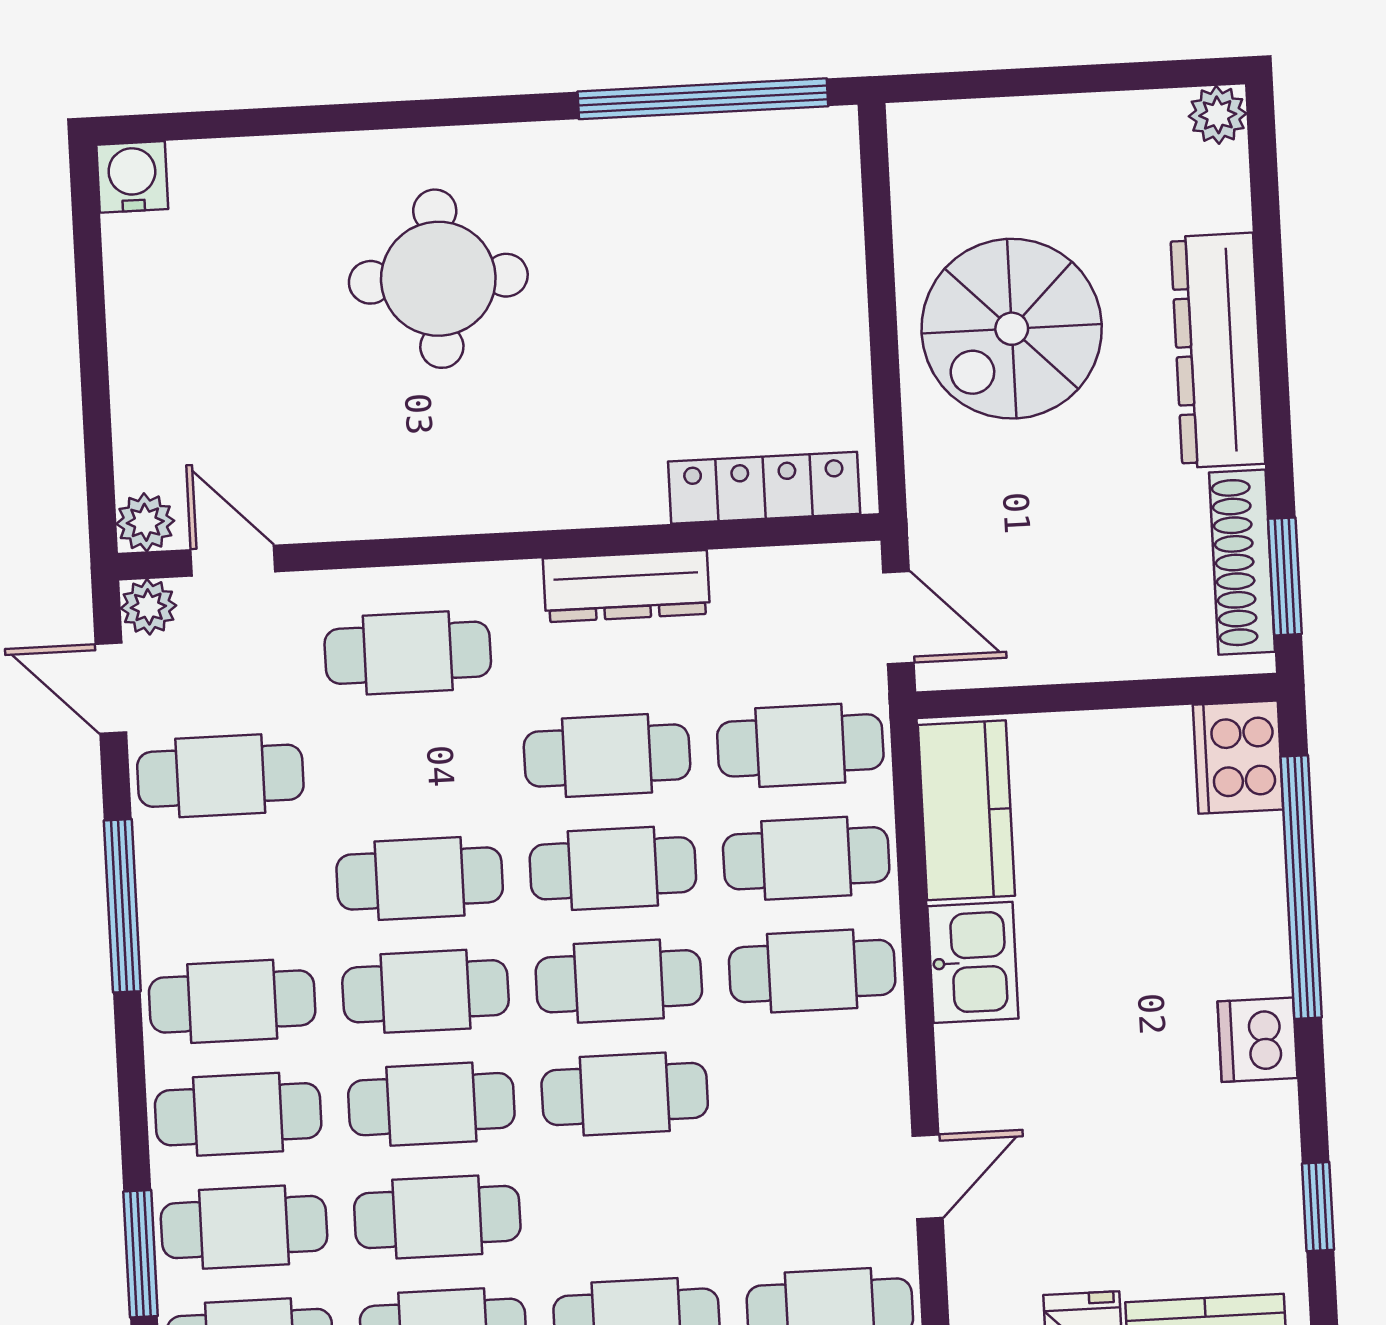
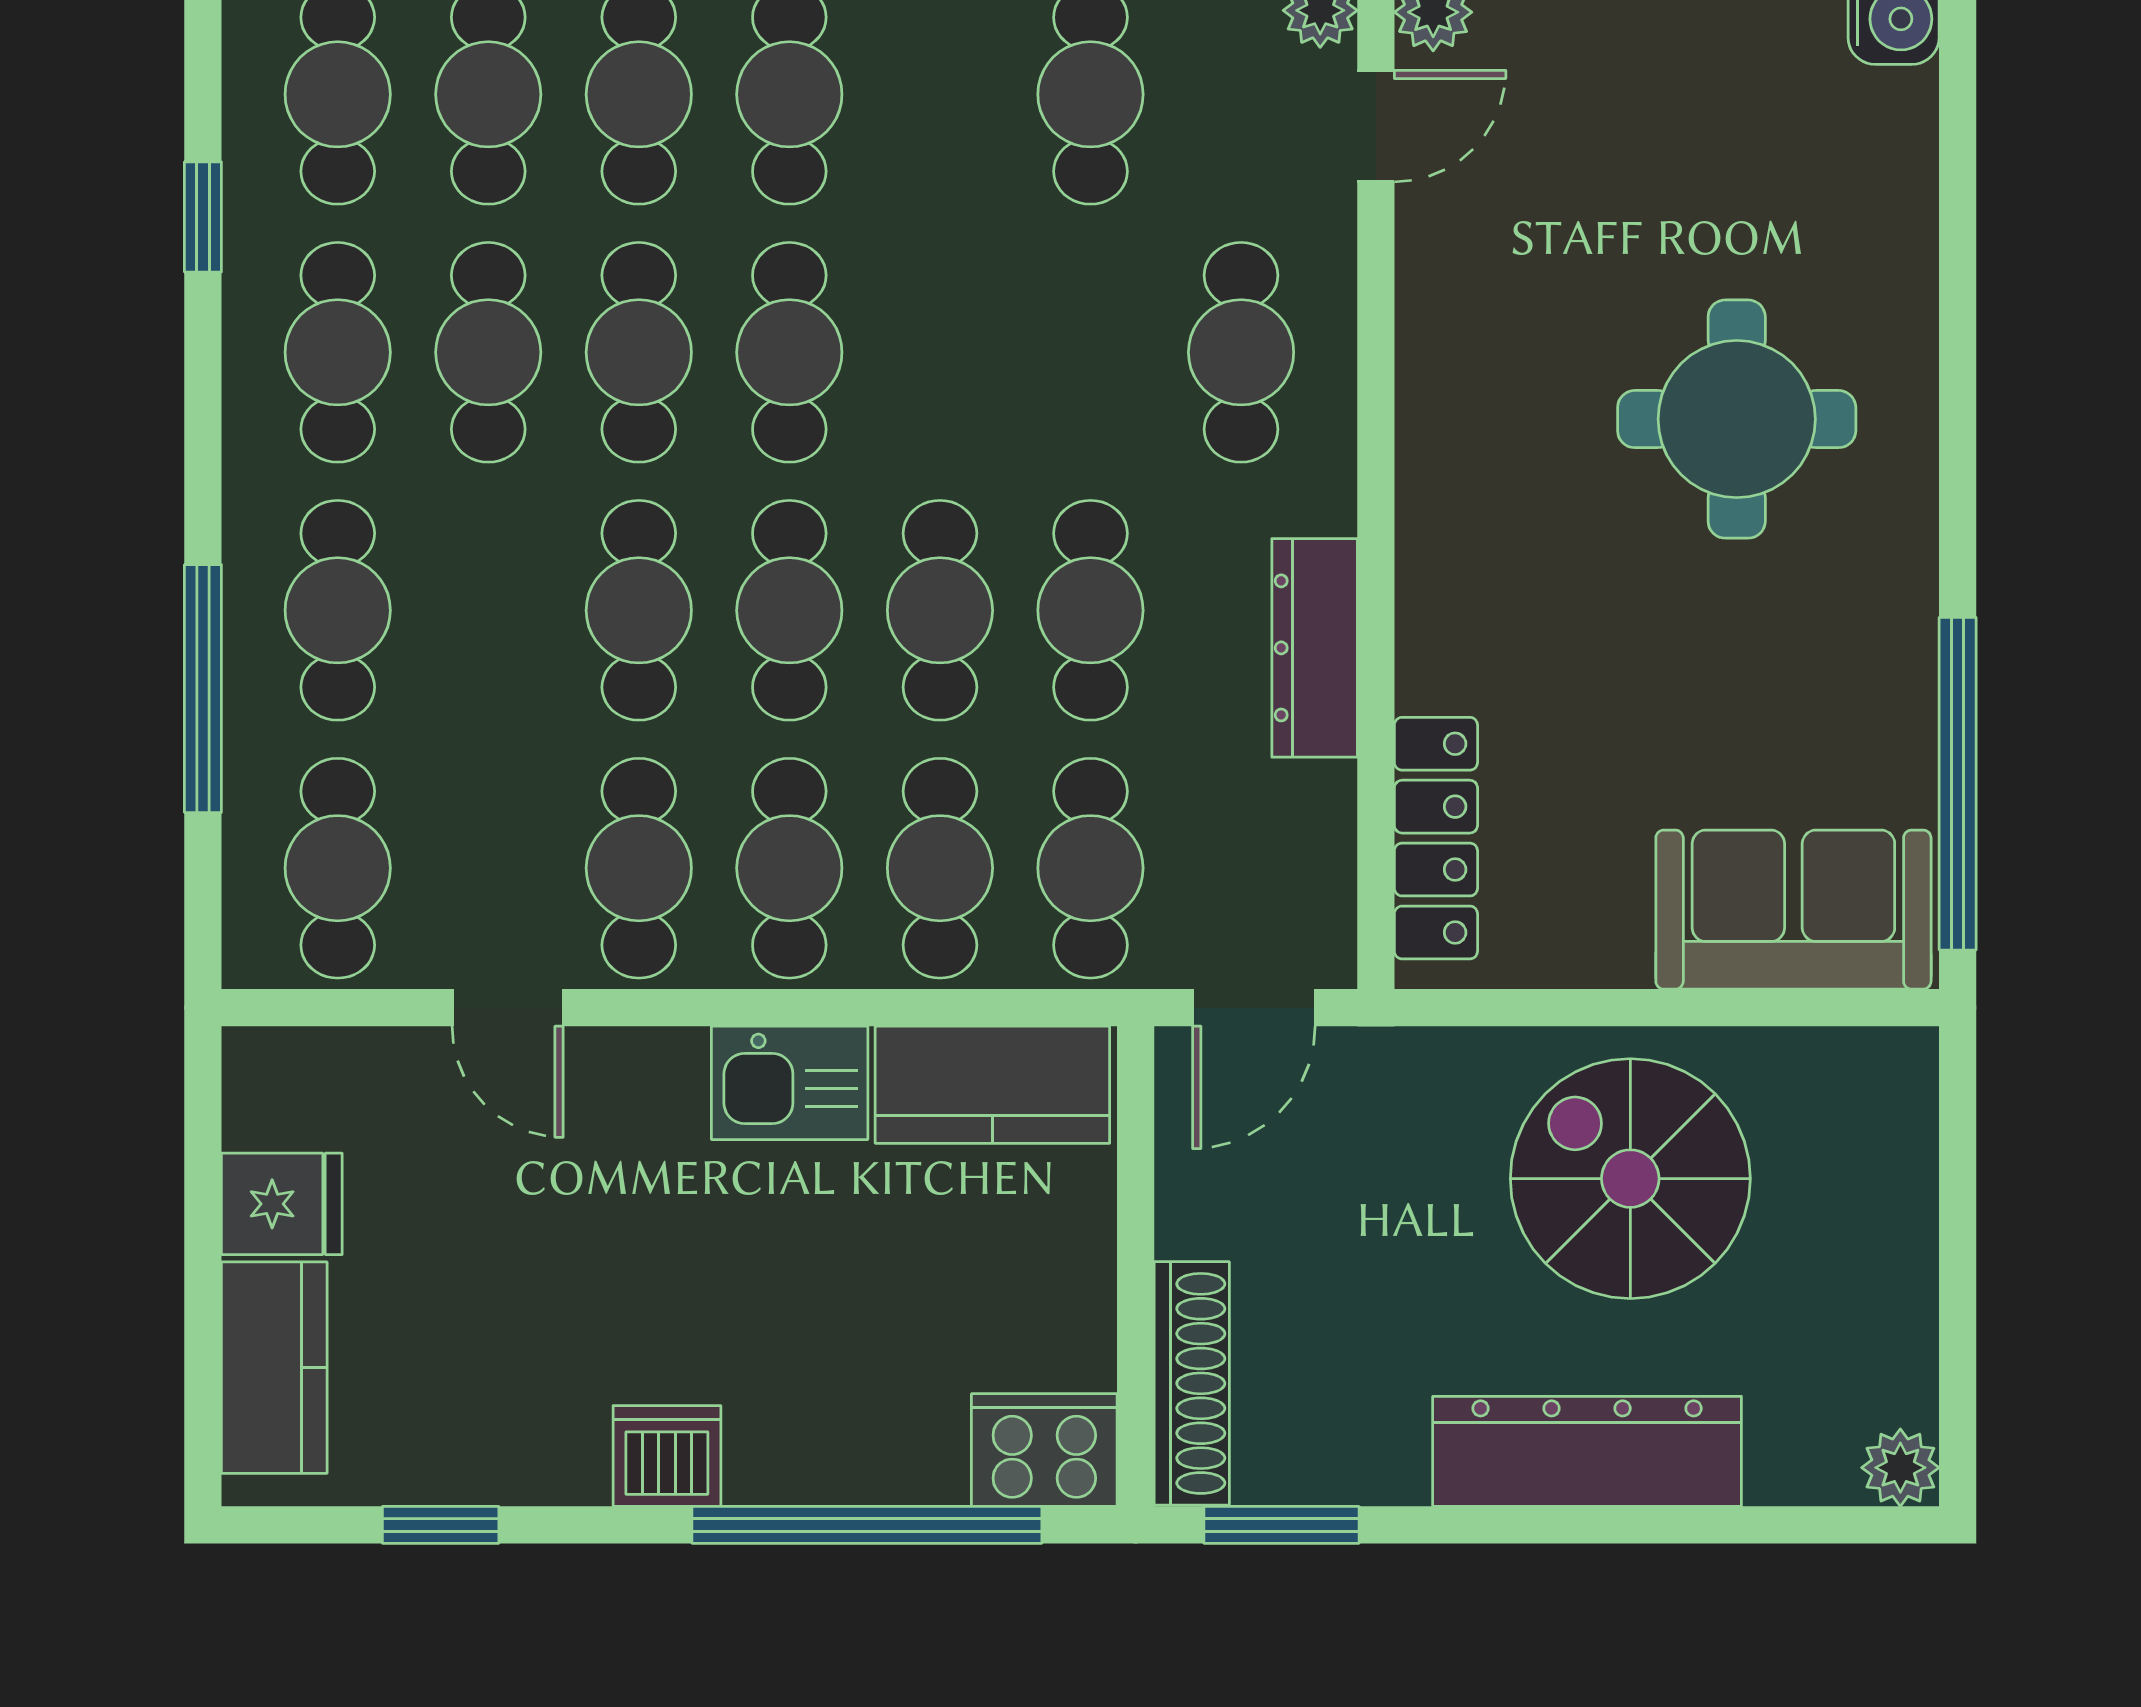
sofa: (804, 217) -> (1793, 910), added
shoe rack: (1242, 562) -> (1192, 1383), moved, turned 90
cafe table: (420, 878) -> (639, 868), moved

